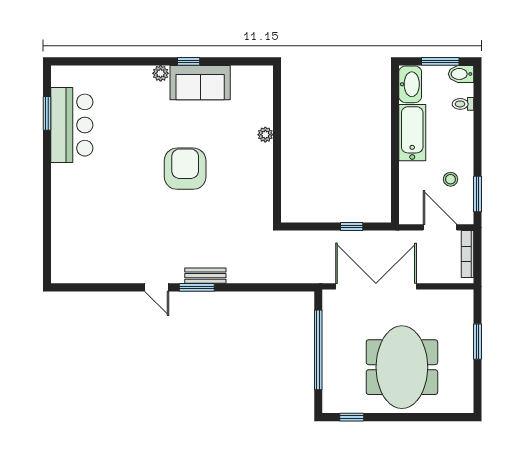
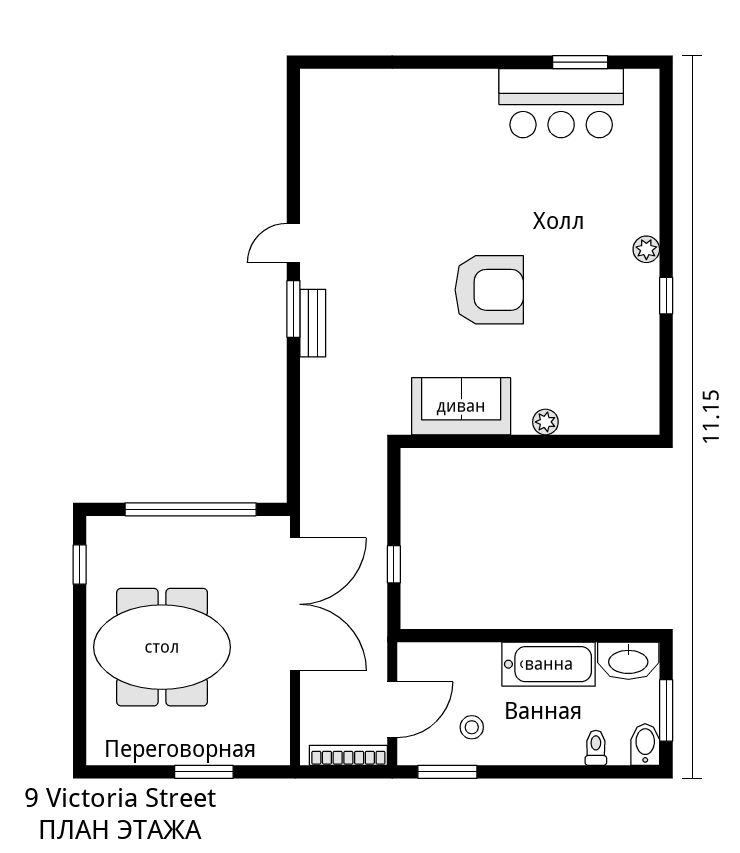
sofa: (200, 83) -> (461, 406), moved, turned 90

